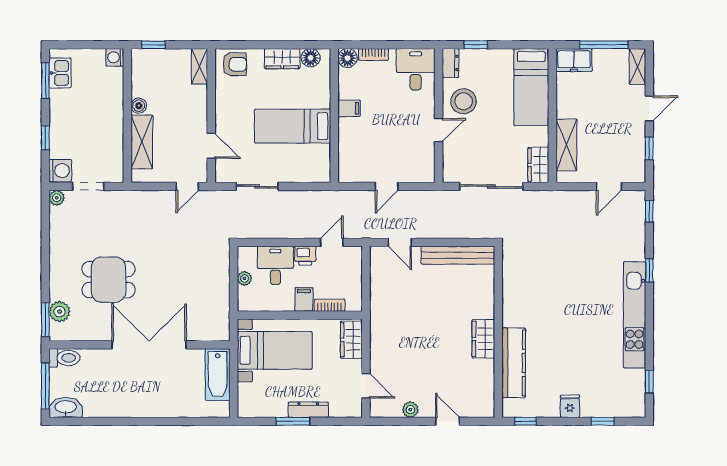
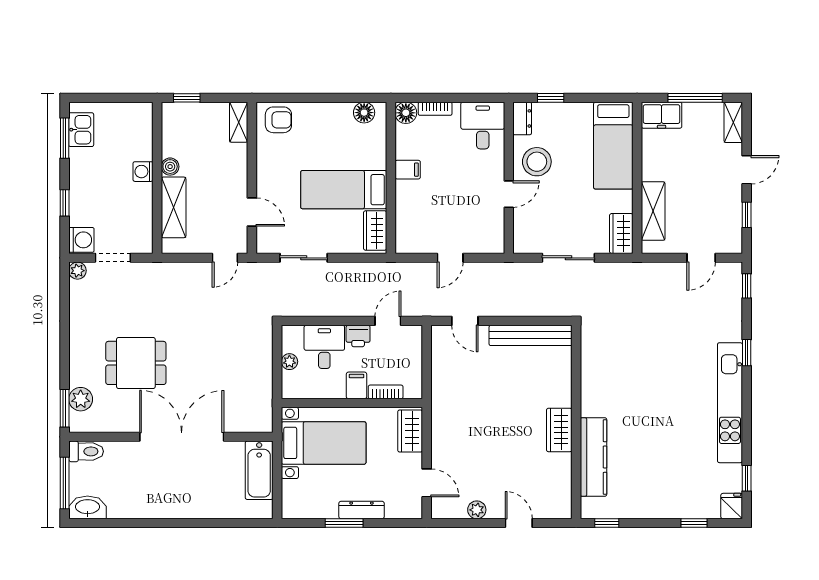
washing machine: (115, 57) -> (143, 172), moved
wardrobe: (282, 59) -> (375, 230), moved, turned 90
sliding door: (491, 186) -> (568, 258), width x0.73
fridge: (570, 406) -> (732, 506), moved

